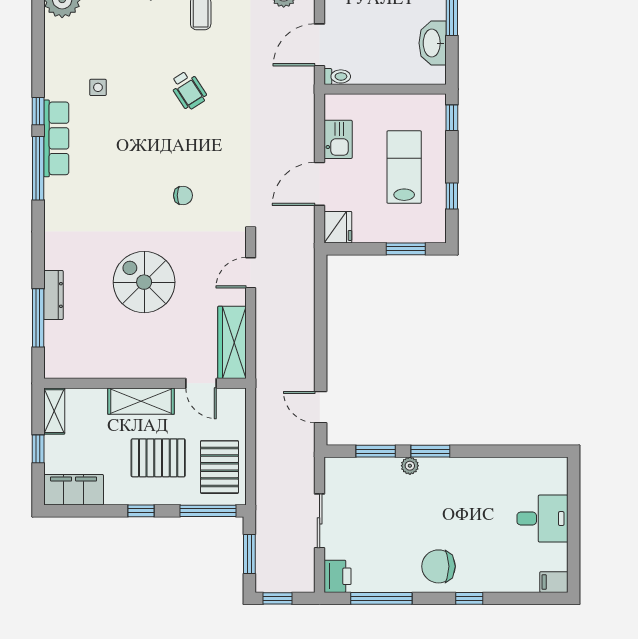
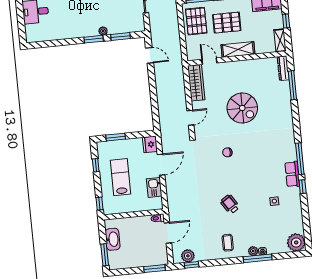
row of seats: (56, 138) -> (292, 174), width x0.68
lab bench: (404, 167) -> (120, 177), turned 180
dresser: (53, 295) -> (283, 68), moved

